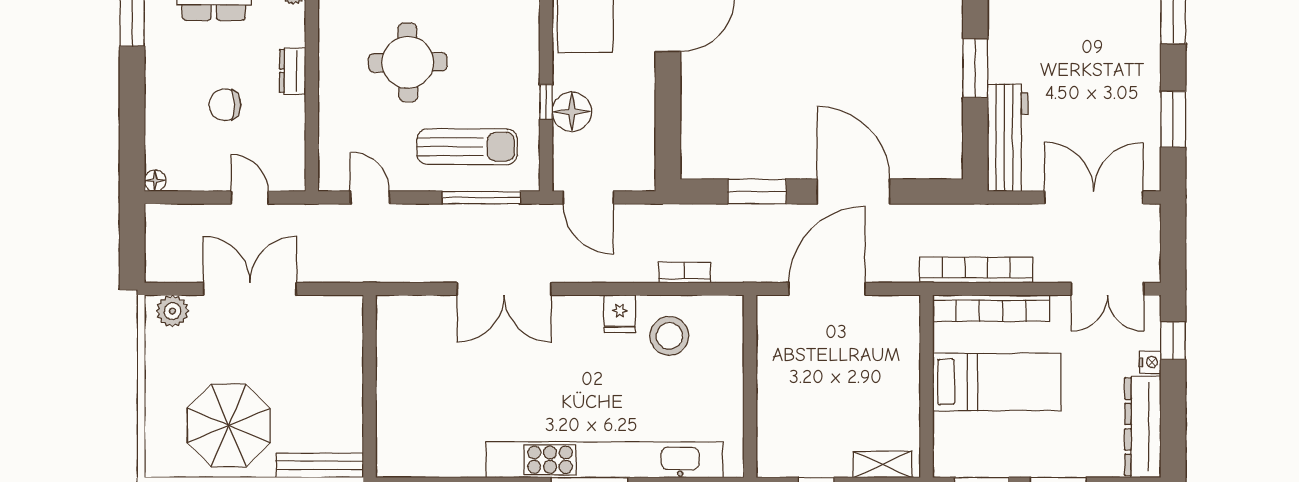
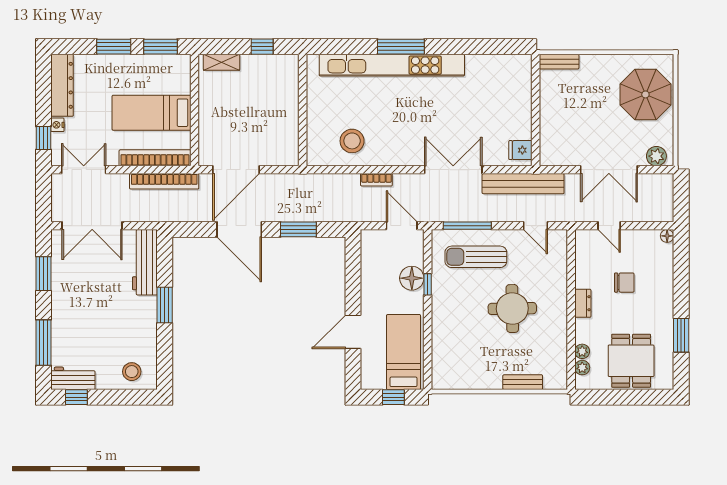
bench: (390, 266) -> (523, 184), added
bookcase: (685, 273) -> (376, 180), moved
door: (827, 289) -> (236, 170), moved
fridge: (620, 314) -> (520, 150), moved, turned -90
parasol: (229, 425) -> (645, 94), moved
bench: (320, 465) -> (559, 62), width x0.73

